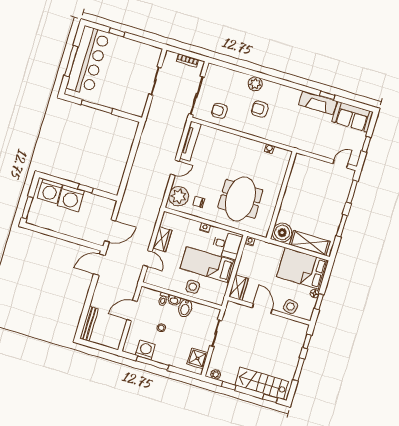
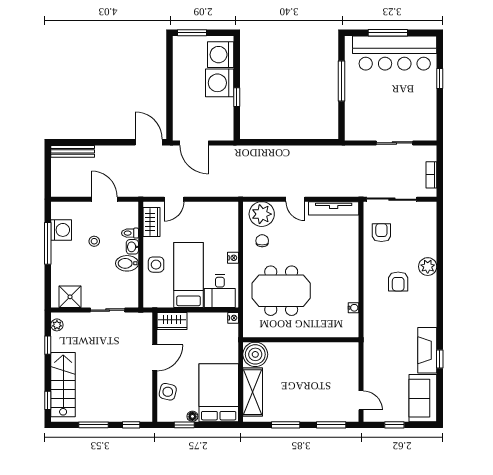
armchair: (260, 109) -> (398, 281), turned 180
wardrobe: (162, 239) -> (151, 222), moved, turned -90

